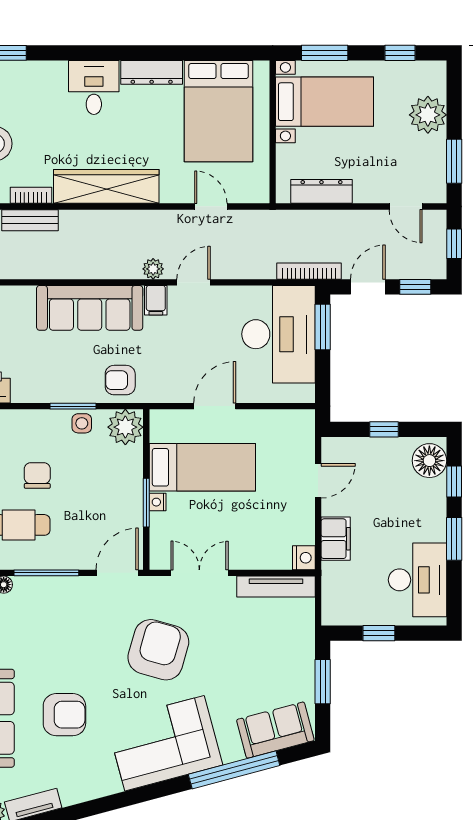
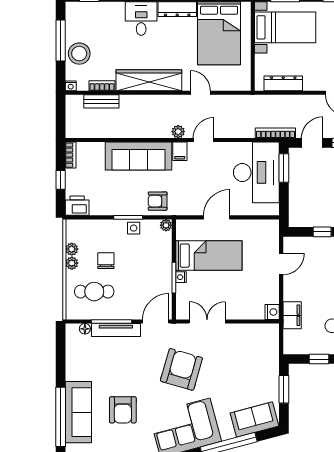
door: (211, 206) -> (200, 93), moved
plant: (125, 427) -> (166, 225), width x0.53, depth x0.53
filing cabinet: (336, 539) -> (292, 315), moved
tv unit: (276, 587) -> (116, 330), moved
armchair: (64, 715) -> (123, 410), turned 90

